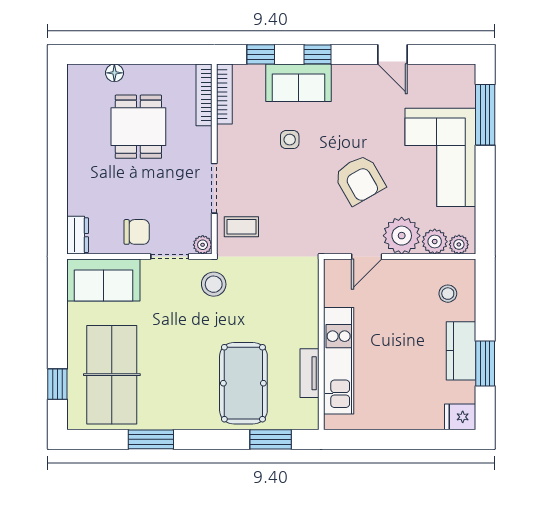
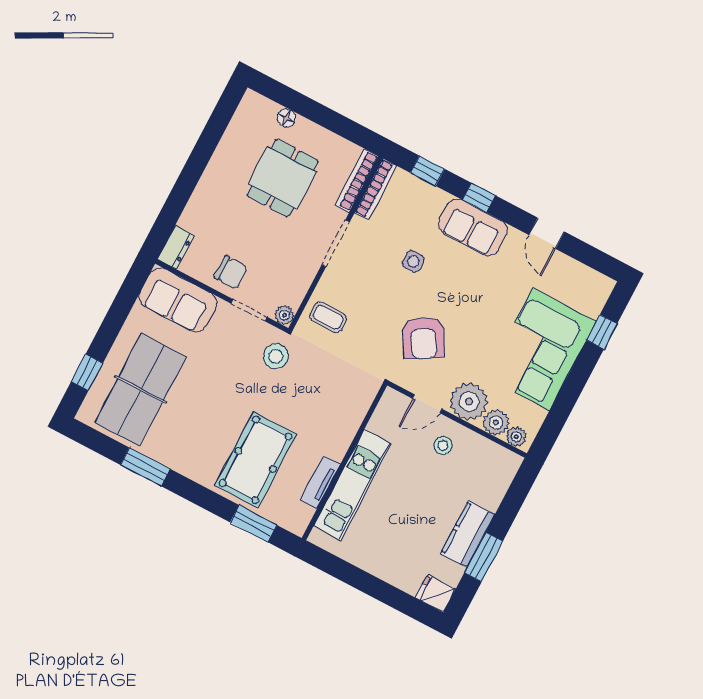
sofa: (299, 83) -> (473, 227), moved
window: (485, 115) -> (602, 332), width x0.46
armchair: (359, 180) -> (423, 338), moved
doorway: (214, 188) -> (336, 244), moved
stool: (448, 294) -> (443, 445), moved

